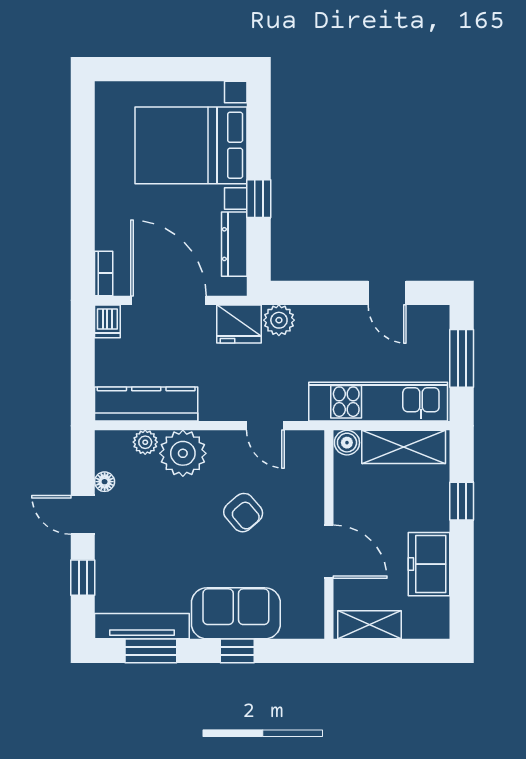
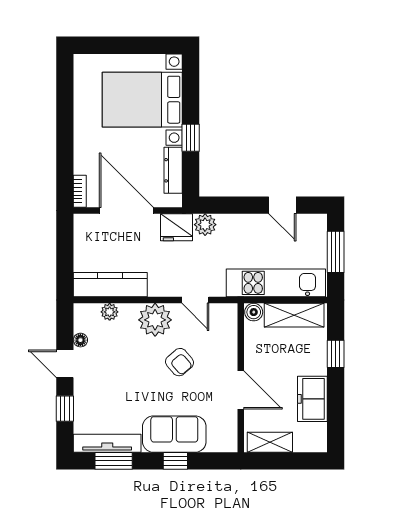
dishwasher: (107, 321) -> (83, 225), removed
plant: (183, 453) -> (155, 320), moved

